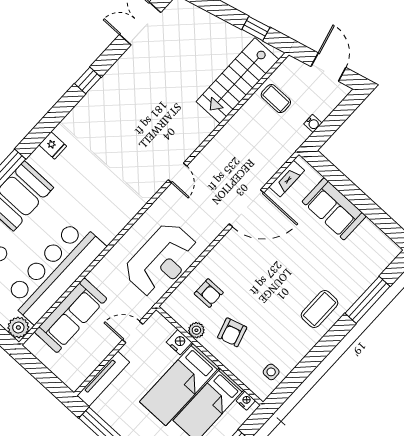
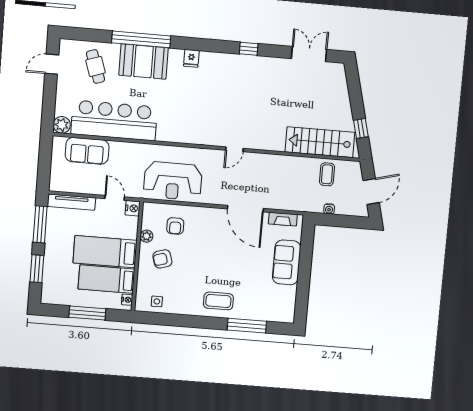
sofa: (71, 315) -> (87, 151), width x0.73
nightstand: (179, 342) -> (133, 208), moved

